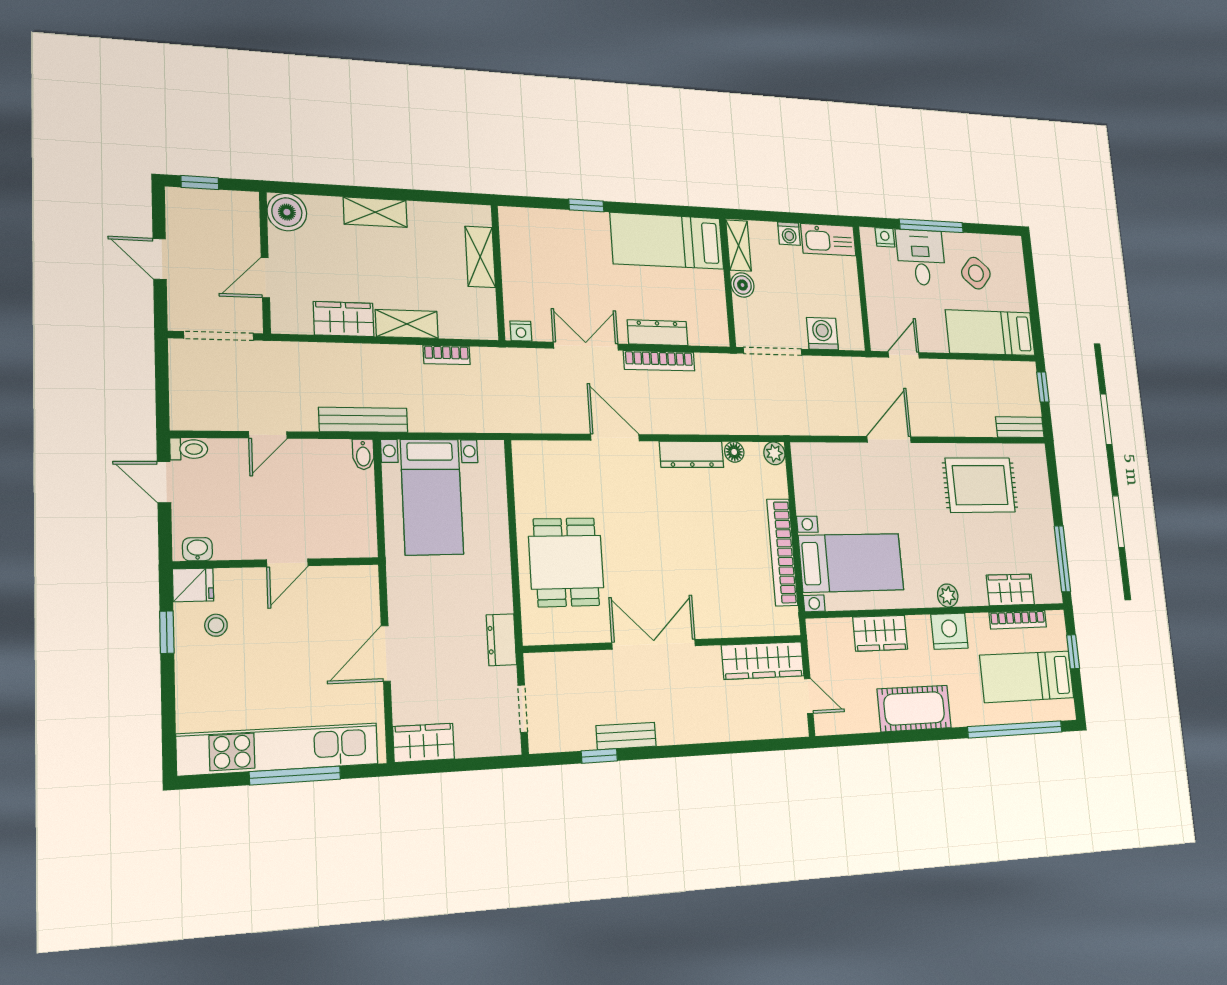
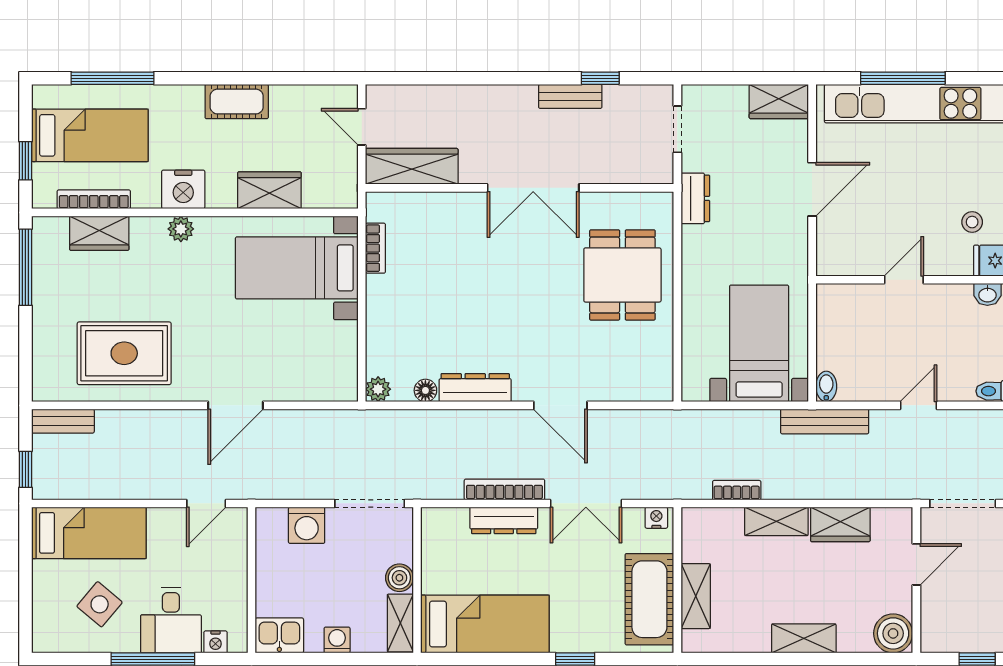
kitchen sink: (828, 240) -> (279, 635), width x0.73
cot: (523, 256) -> (649, 599), added
bookcase: (782, 552) -> (375, 248), width x0.43, depth x0.76
cot: (914, 708) -> (237, 102), width x0.73, depth x0.75
window: (1015, 729) -> (113, 78), width x0.68

